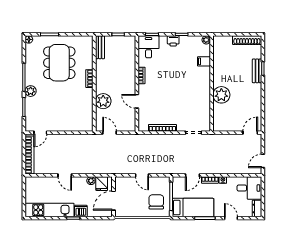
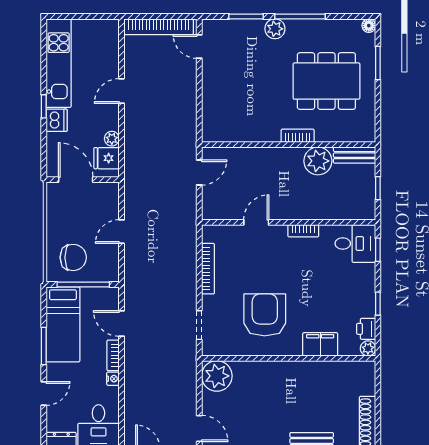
printer: (173, 41) -> (366, 329), moved
filing cabinet: (204, 61) -> (320, 344), width x2.00
plant: (221, 95) -> (217, 376), moved
armchair: (188, 97) -> (265, 315), added
plant: (103, 101) -> (318, 161), moved

